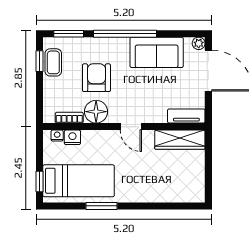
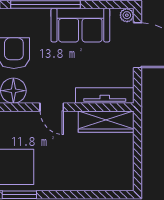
tv unit: (186, 116) -> (105, 95), width x1.41

